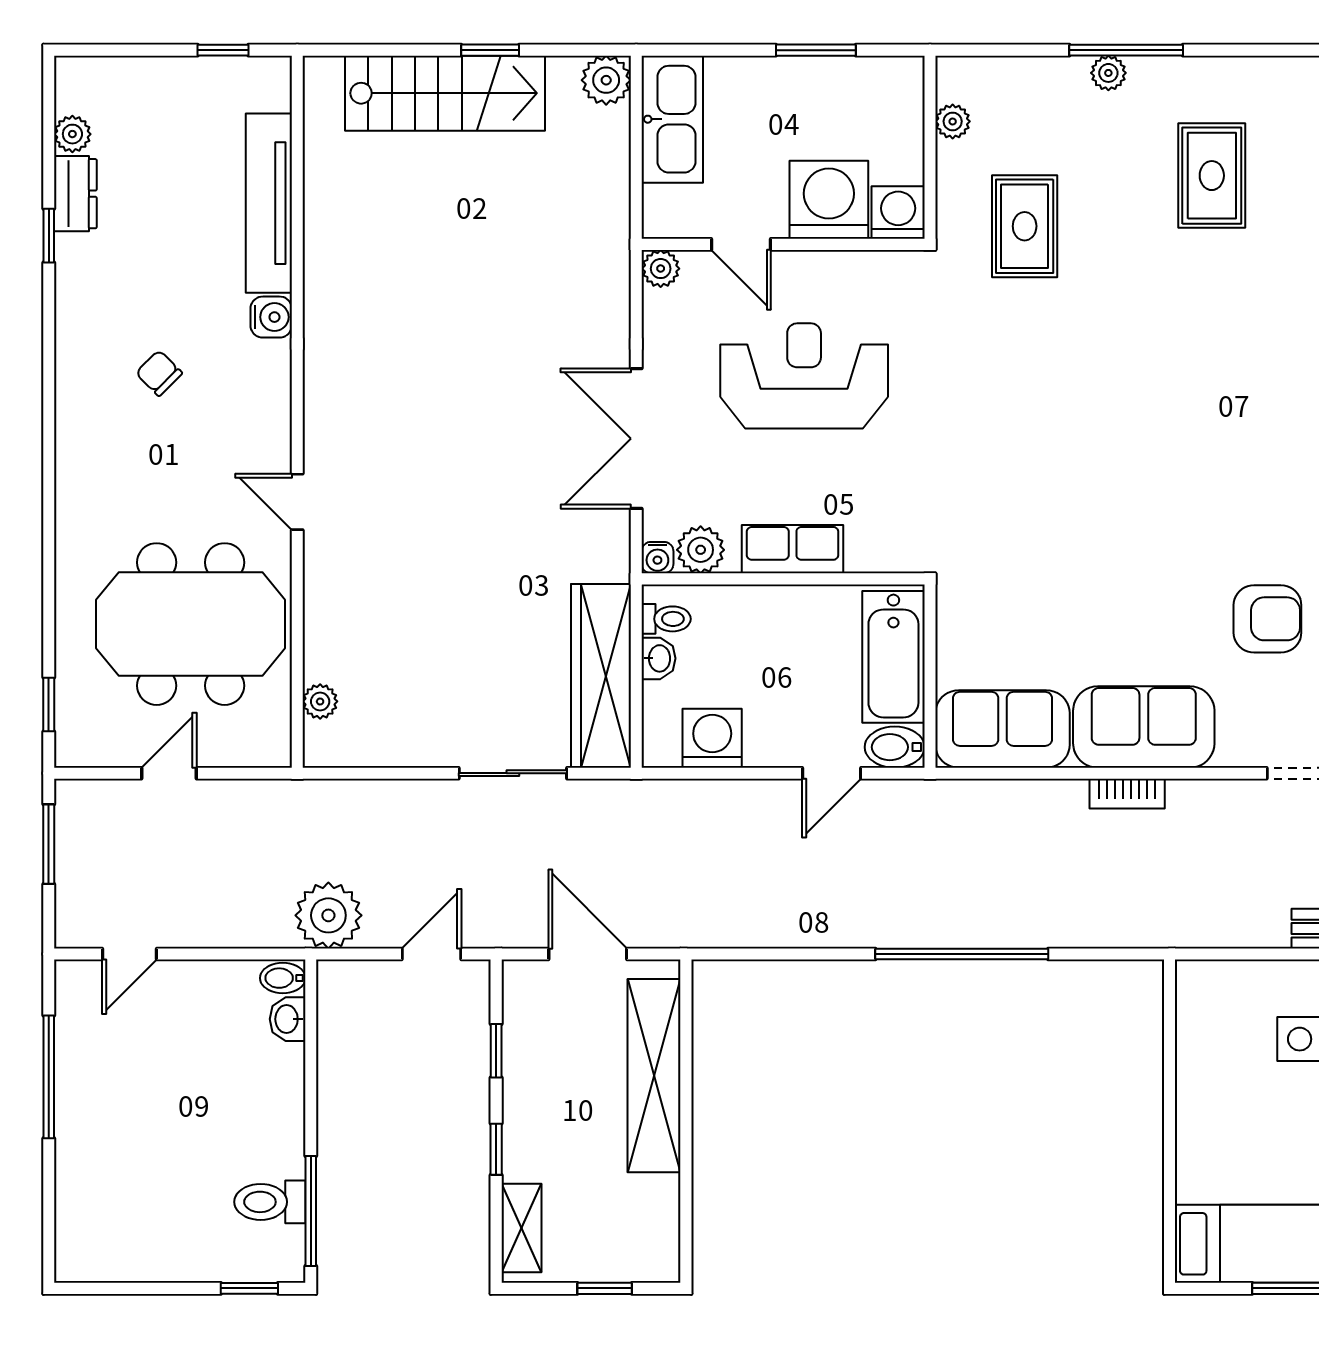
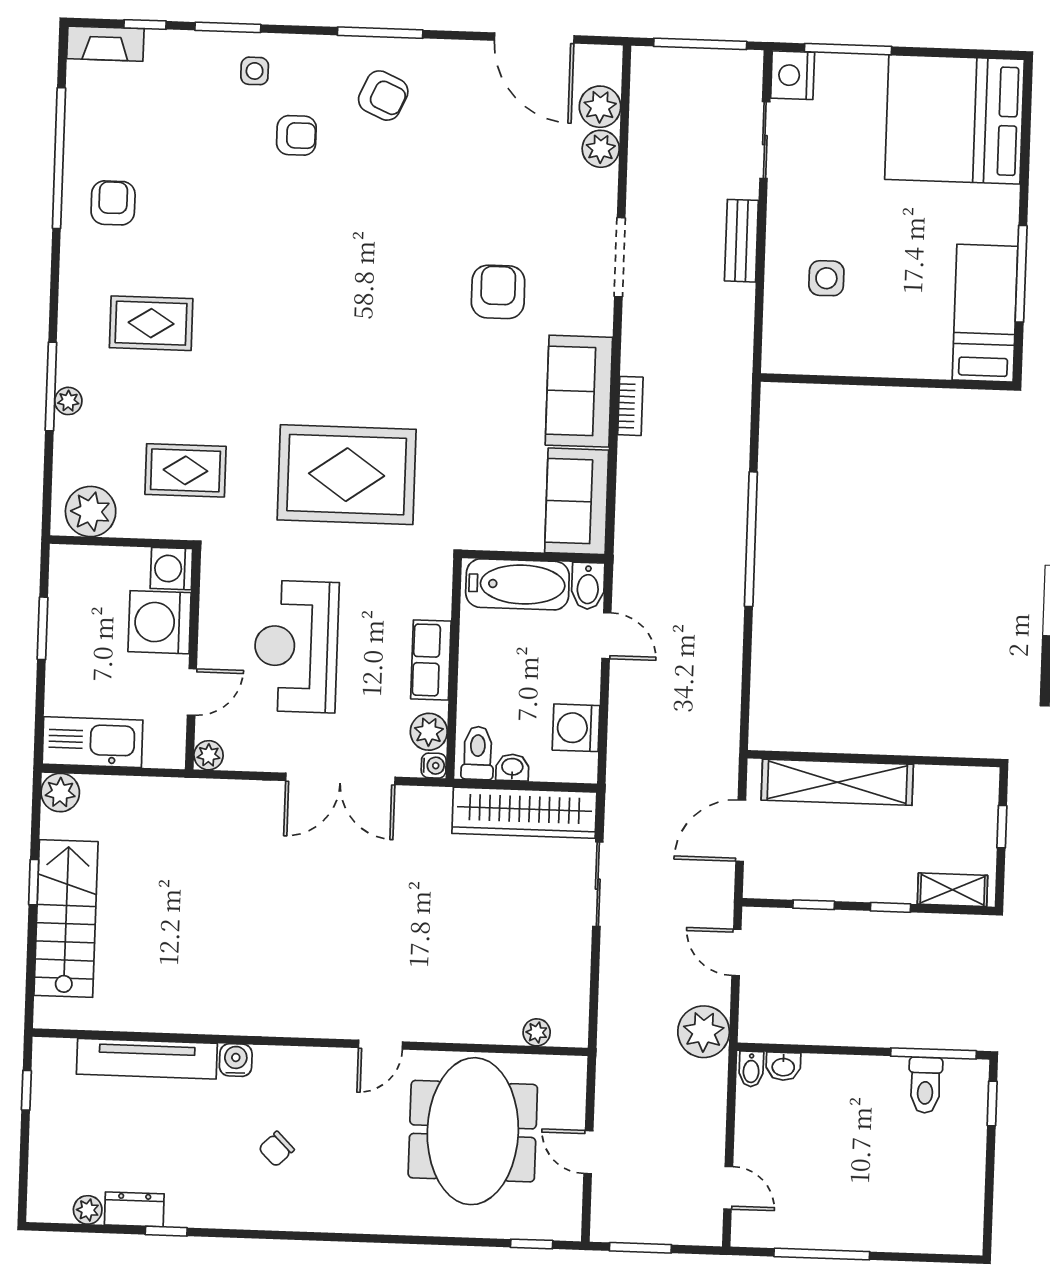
plant: (953, 121) -> (91, 512), width x1.88, depth x1.88
rug: (1026, 433) -> (347, 475), added
toilet: (666, 619) -> (478, 753), width x1.37, depth x1.39

